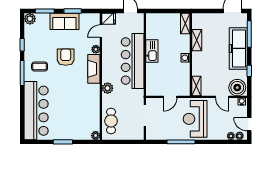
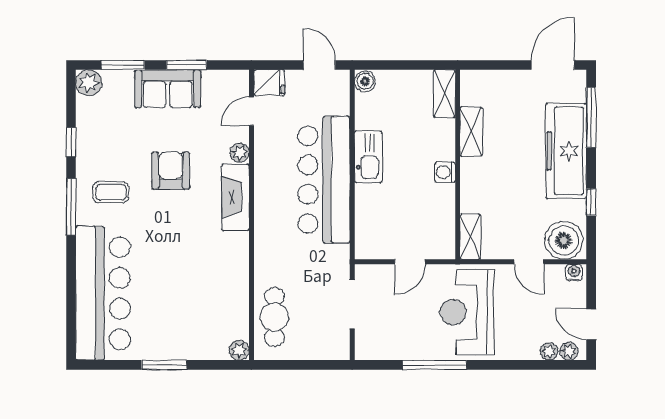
boiler: (151, 18) -> (365, 81), added
plant: (108, 88) -> (266, 242), removed

